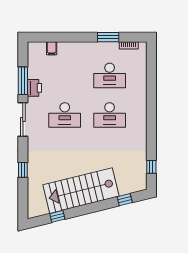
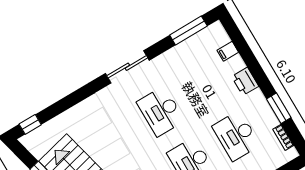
window: (23, 81) -> (188, 30), moved
printer: (34, 88) -> (245, 81), moved, turned 90
window: (23, 170) -> (30, 124), moved

